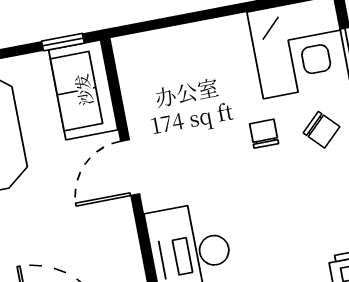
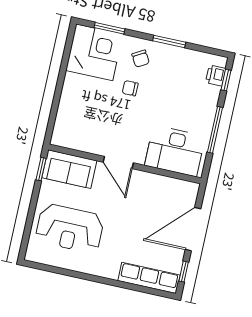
chair: (322, 130) -> (141, 59), turned 104

